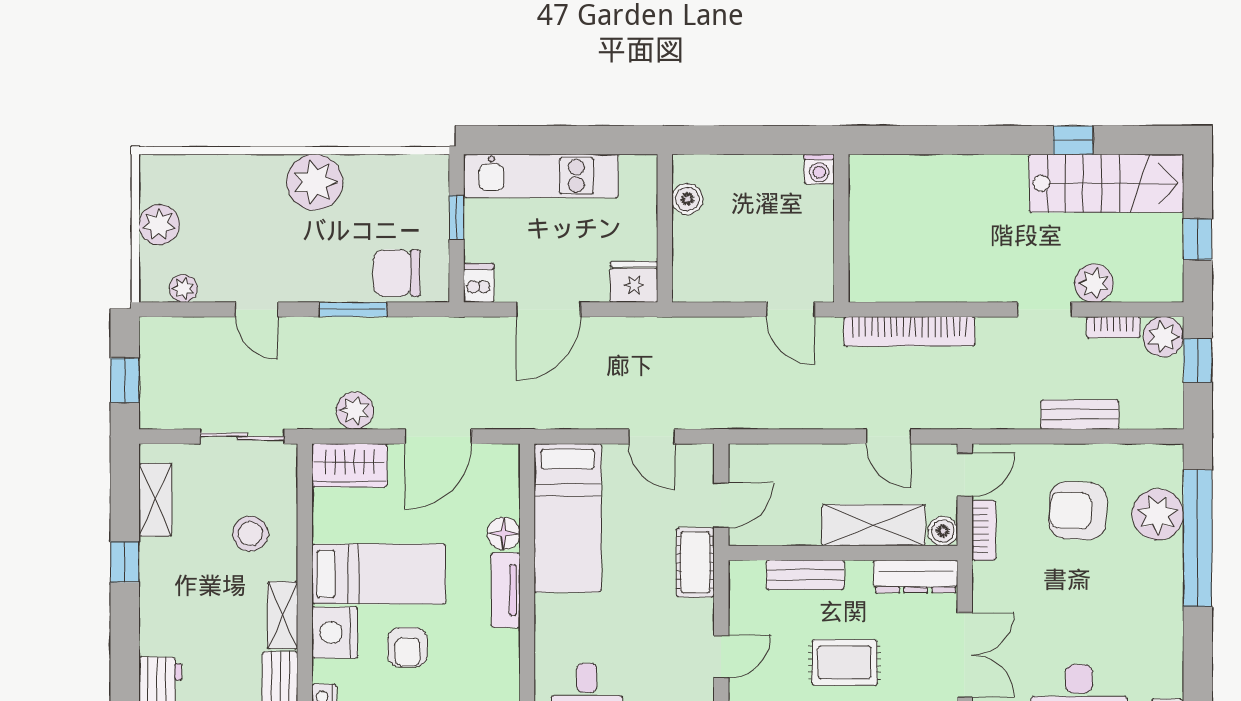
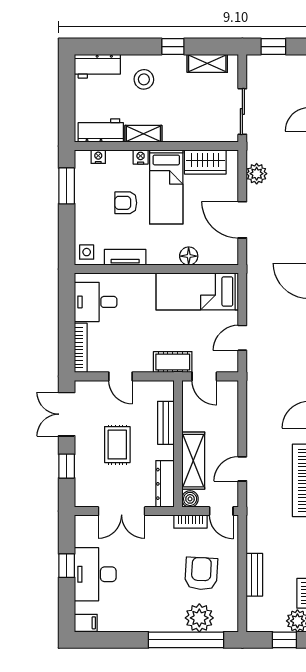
wardrobe: (349, 465) -> (205, 162), moved, turned -90
stool: (250, 534) -> (144, 79), moved
tv unit: (506, 590) -> (125, 257), moved
nightstand: (335, 633) -> (141, 157), width x0.53, depth x0.56

